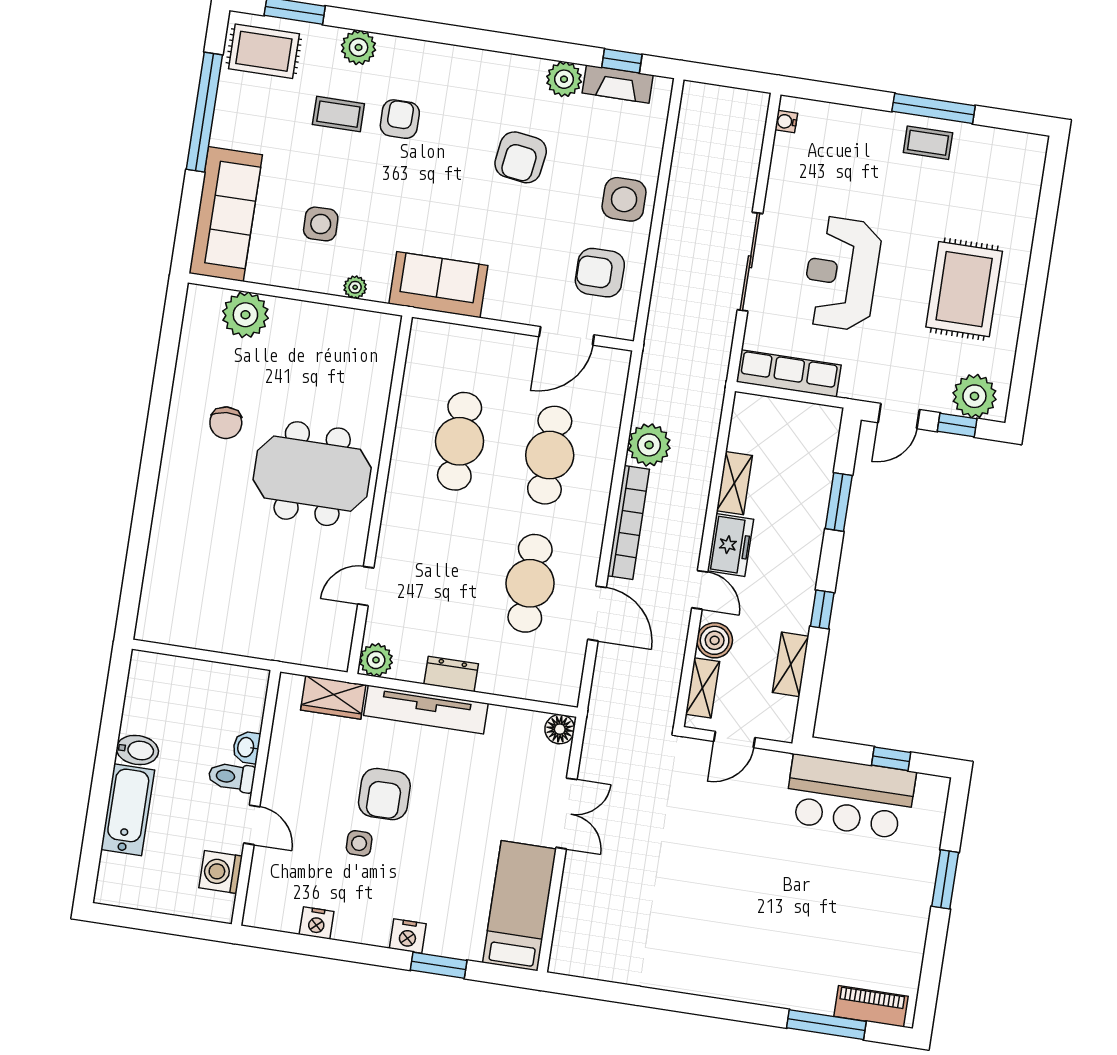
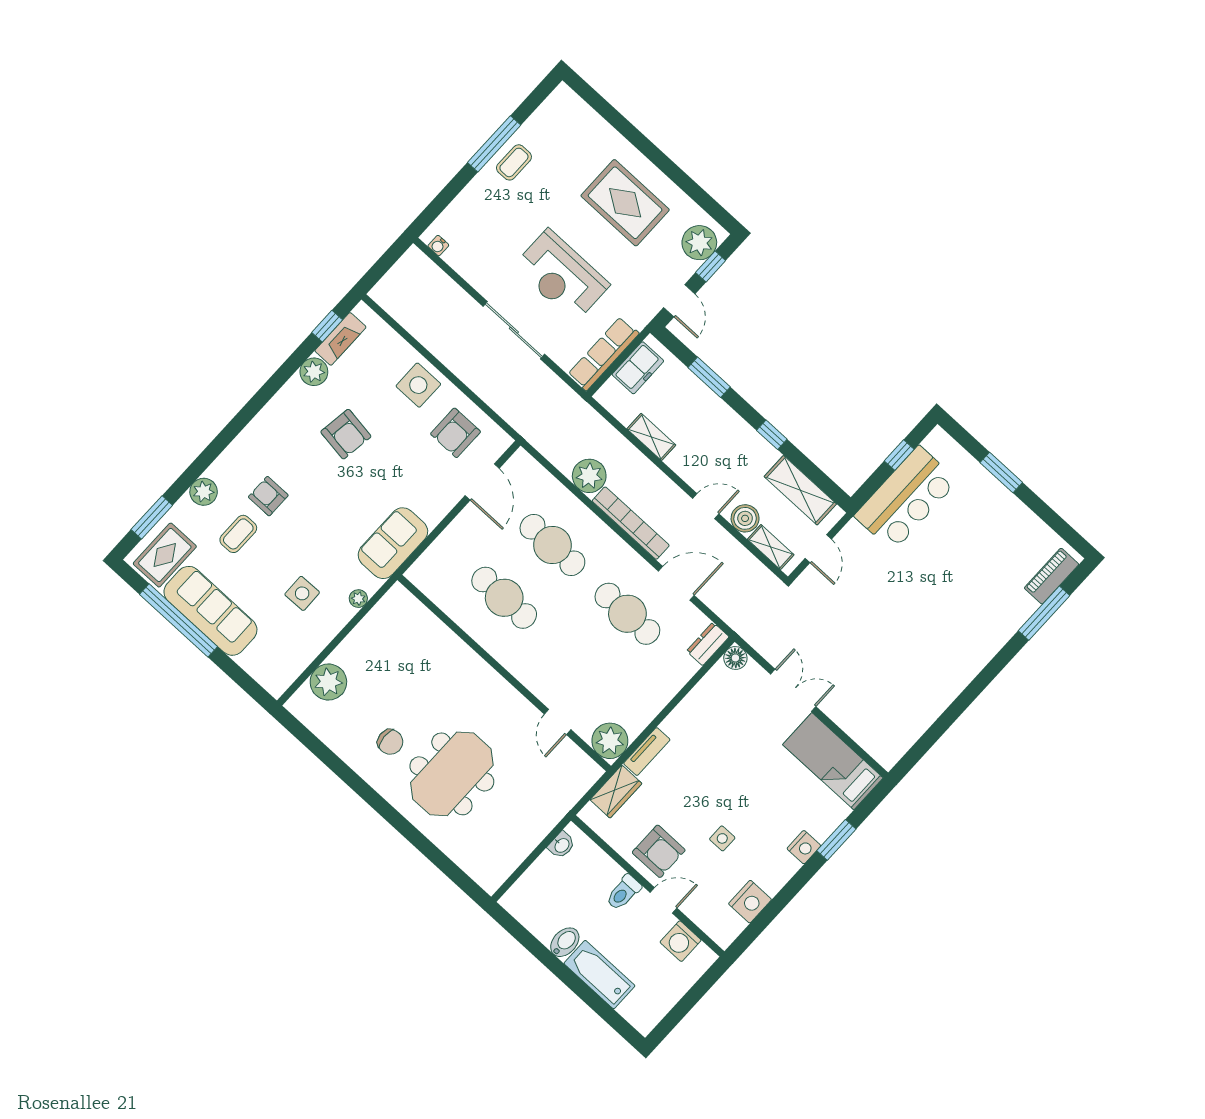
sofa: (226, 214) -> (210, 611), moved
meeting table: (312, 474) -> (452, 774), moved
freezer: (730, 545) -> (638, 368), moved, turned 90
plant: (376, 660) -> (610, 741), width x1.36, depth x1.36
shelving: (791, 664) -> (800, 490), width x1.50, depth x1.33
dresser: (451, 674) -> (708, 644), moved
tv unit: (426, 709) -> (647, 752), width x0.52, depth x0.78
washbasin: (246, 747) -> (562, 845), moved, turned -90
armchair: (384, 794) -> (659, 851), moved
nightstand: (317, 923) -> (750, 902), width x1.36, depth x1.33

